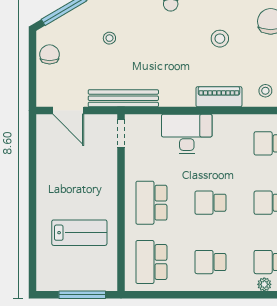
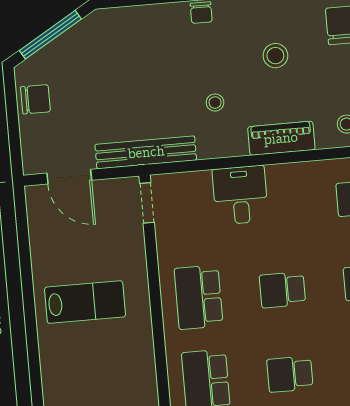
stool: (109, 38) -> (215, 103), moved
chair: (50, 54) -> (35, 99), turned 90
desk: (187, 134) -> (240, 195), width x0.73
lab bench: (79, 233) -> (85, 302), moved

